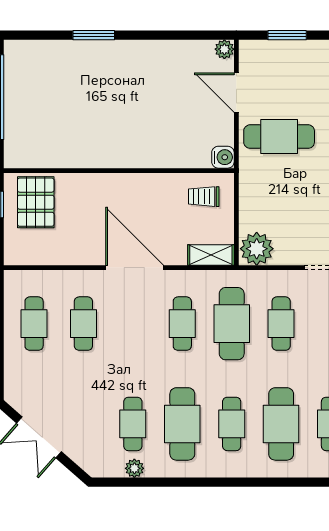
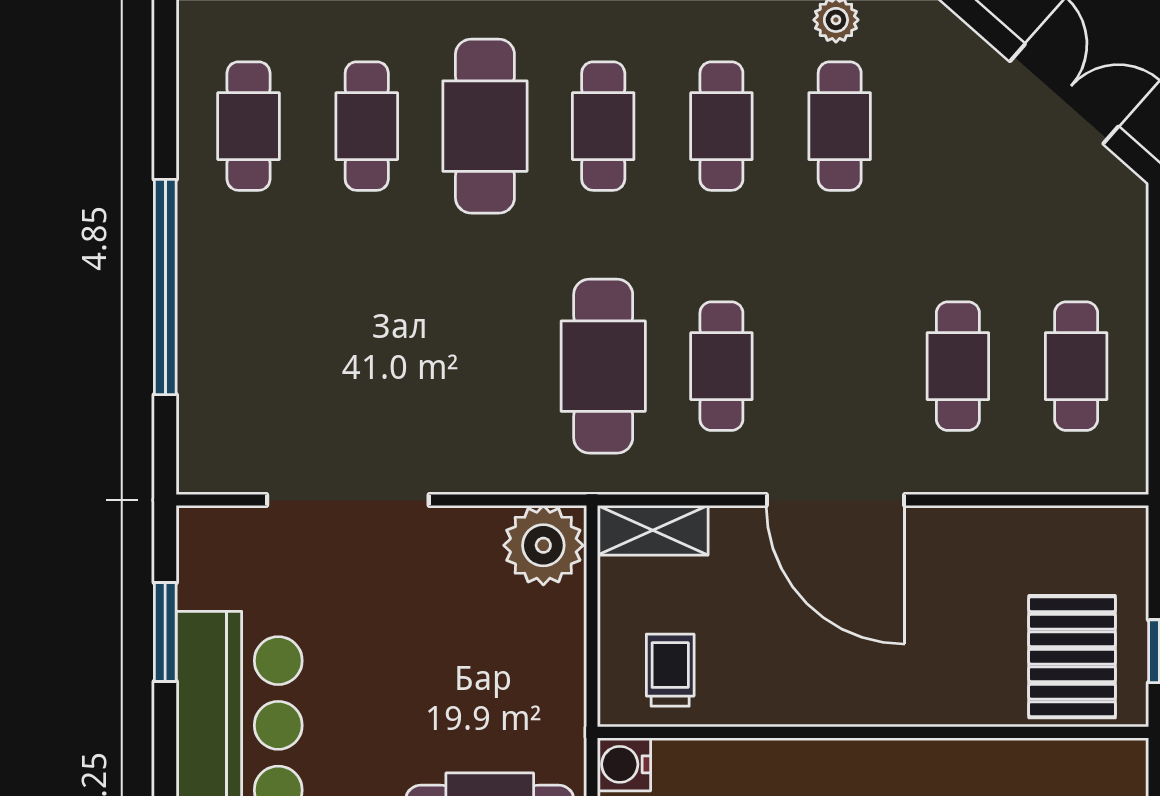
trolley: (204, 197) -> (670, 670), turned -90
cafe table: (281, 324) -> (485, 366), removed
cafe table: (182, 424) -> (721, 126), width x0.73, depth x0.74

